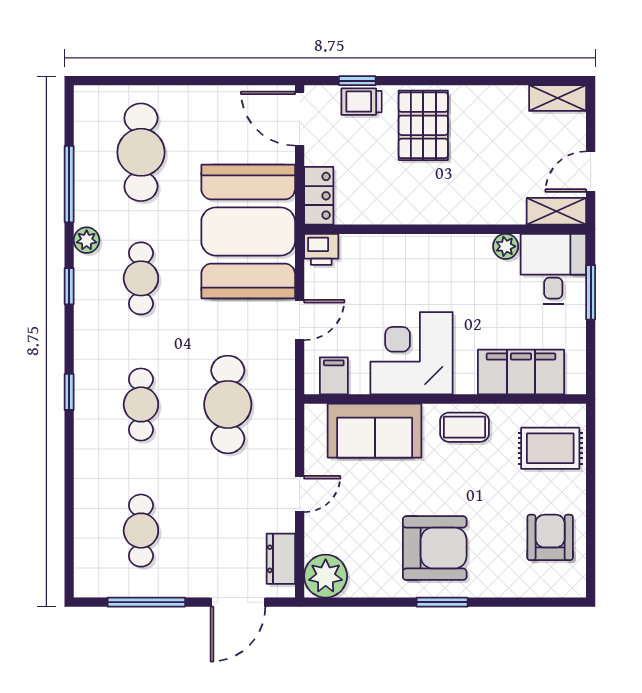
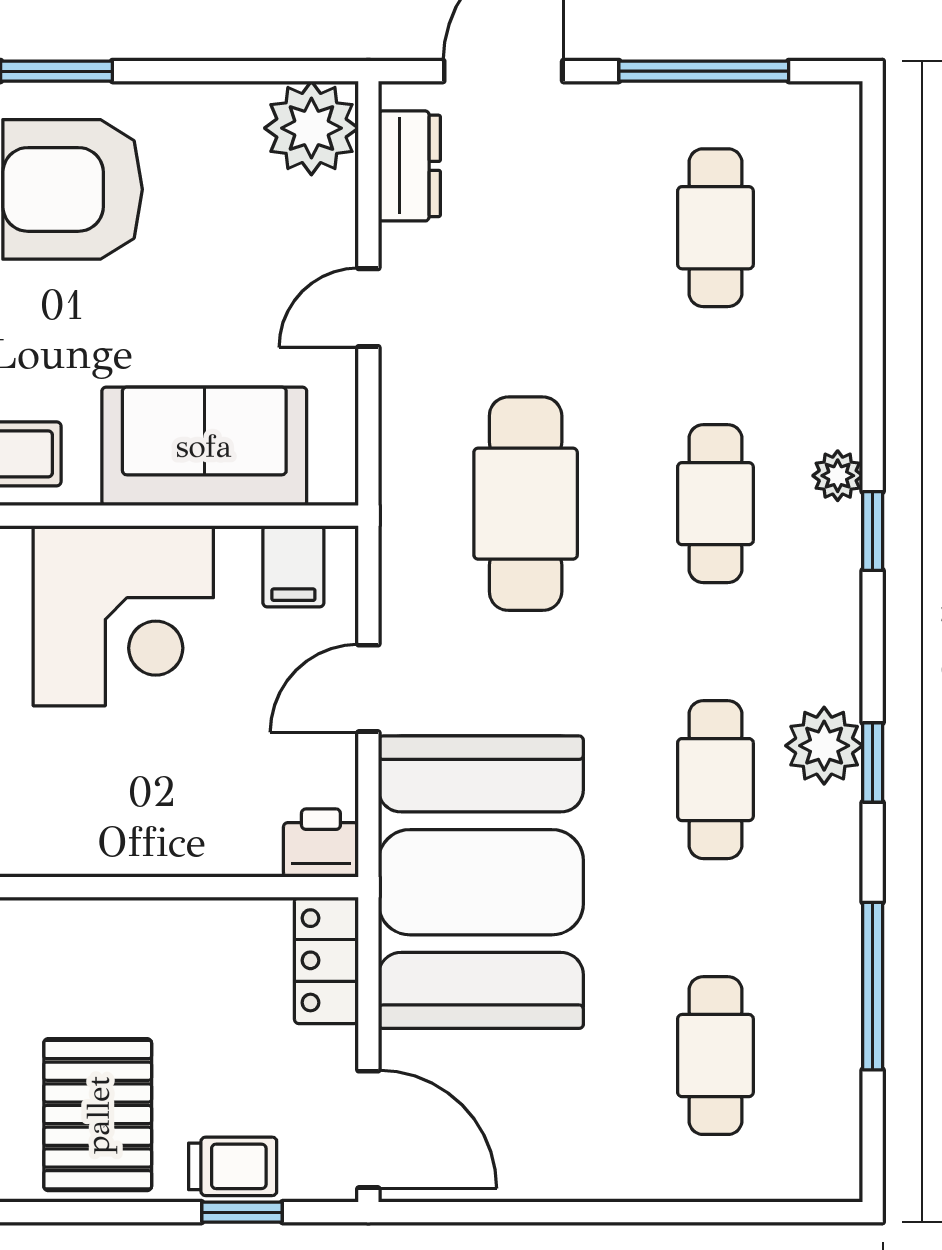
cafe table: (141, 152) -> (715, 1056), width x0.73, depth x0.74
plant: (87, 240) -> (824, 746), moved, width x1.38, depth x1.38
plant: (85, 417) -> (838, 476), added

